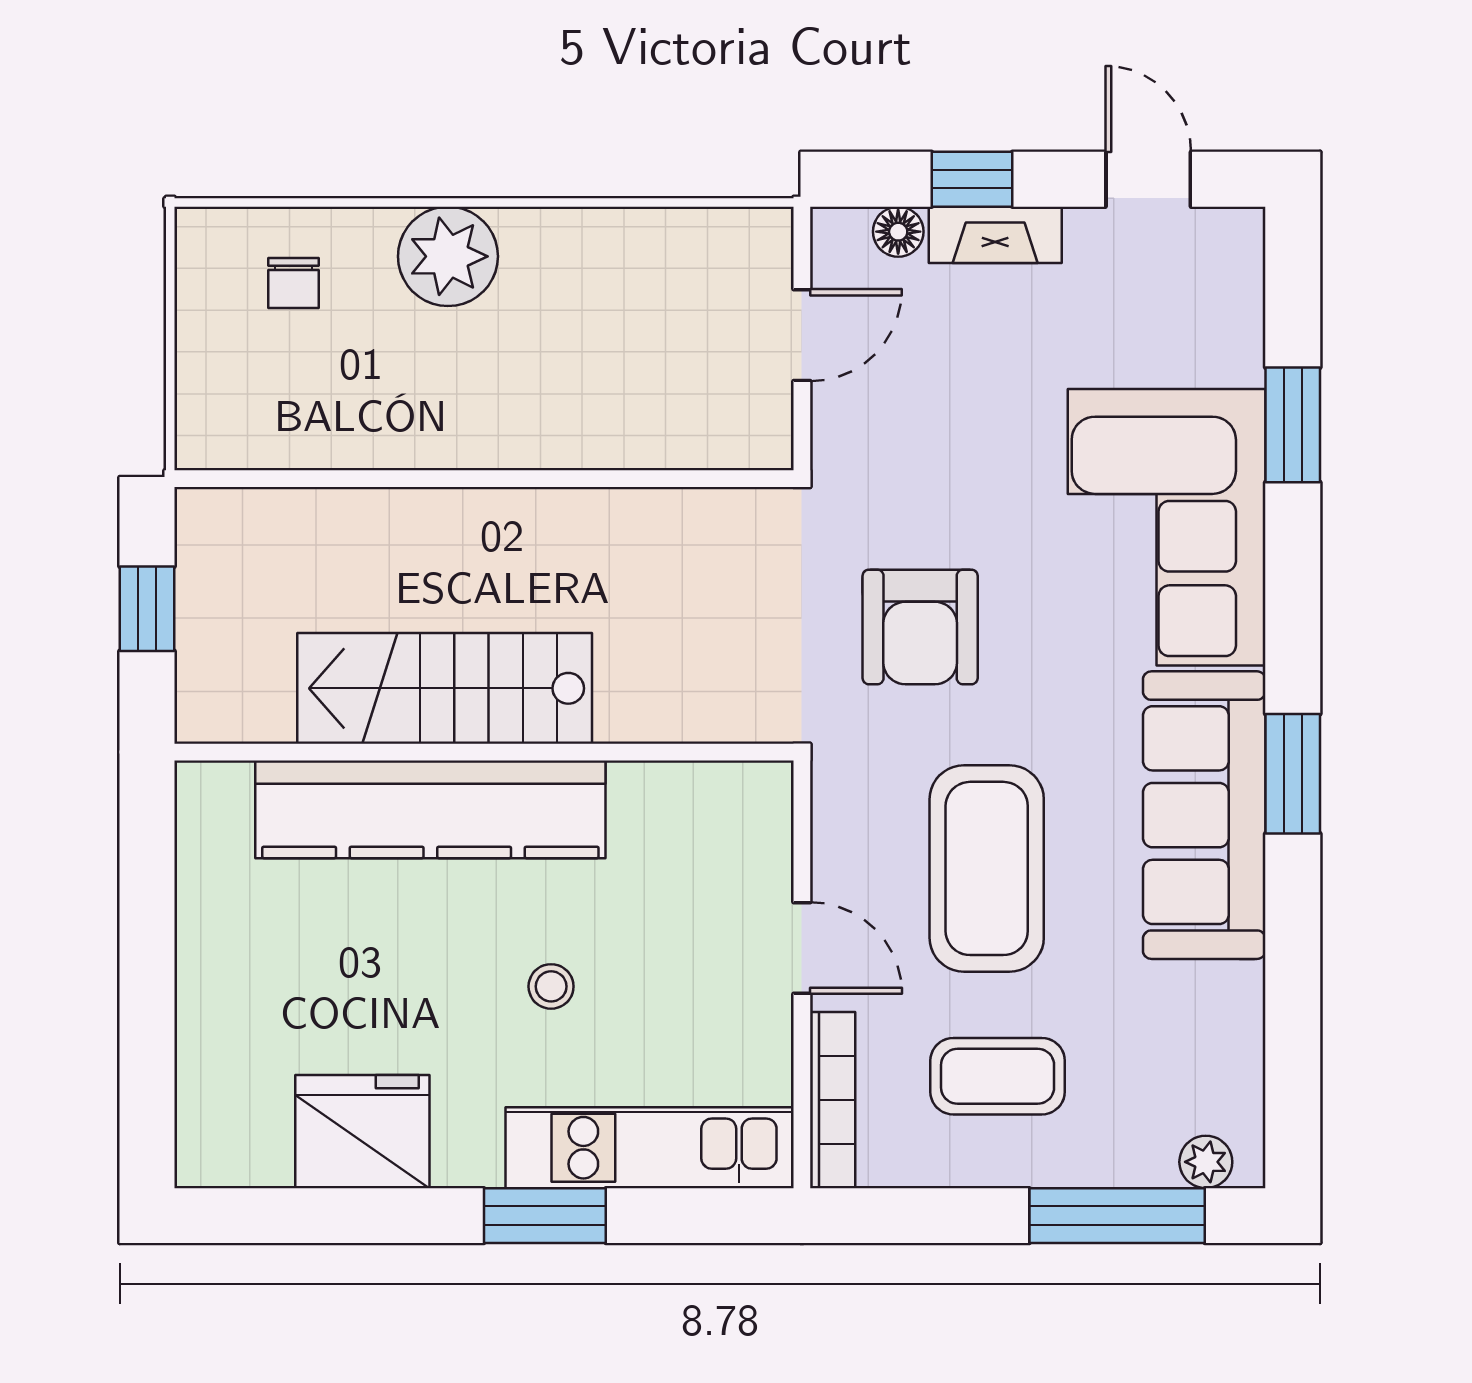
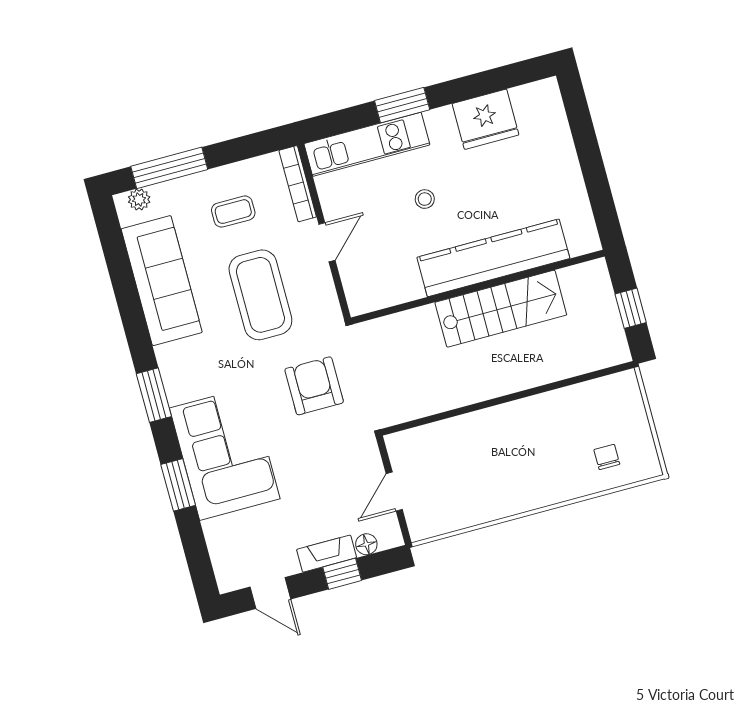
plant: (448, 256) -> (547, 485), removed
window: (1293, 425) -> (178, 485), moved
window: (1293, 774) -> (154, 395), moved
sofa: (1204, 815) -> (162, 281), moved
door: (802, 948) -> (327, 242), swing flipped
coffee table: (998, 1076) -> (233, 212), width x0.73, depth x0.77

